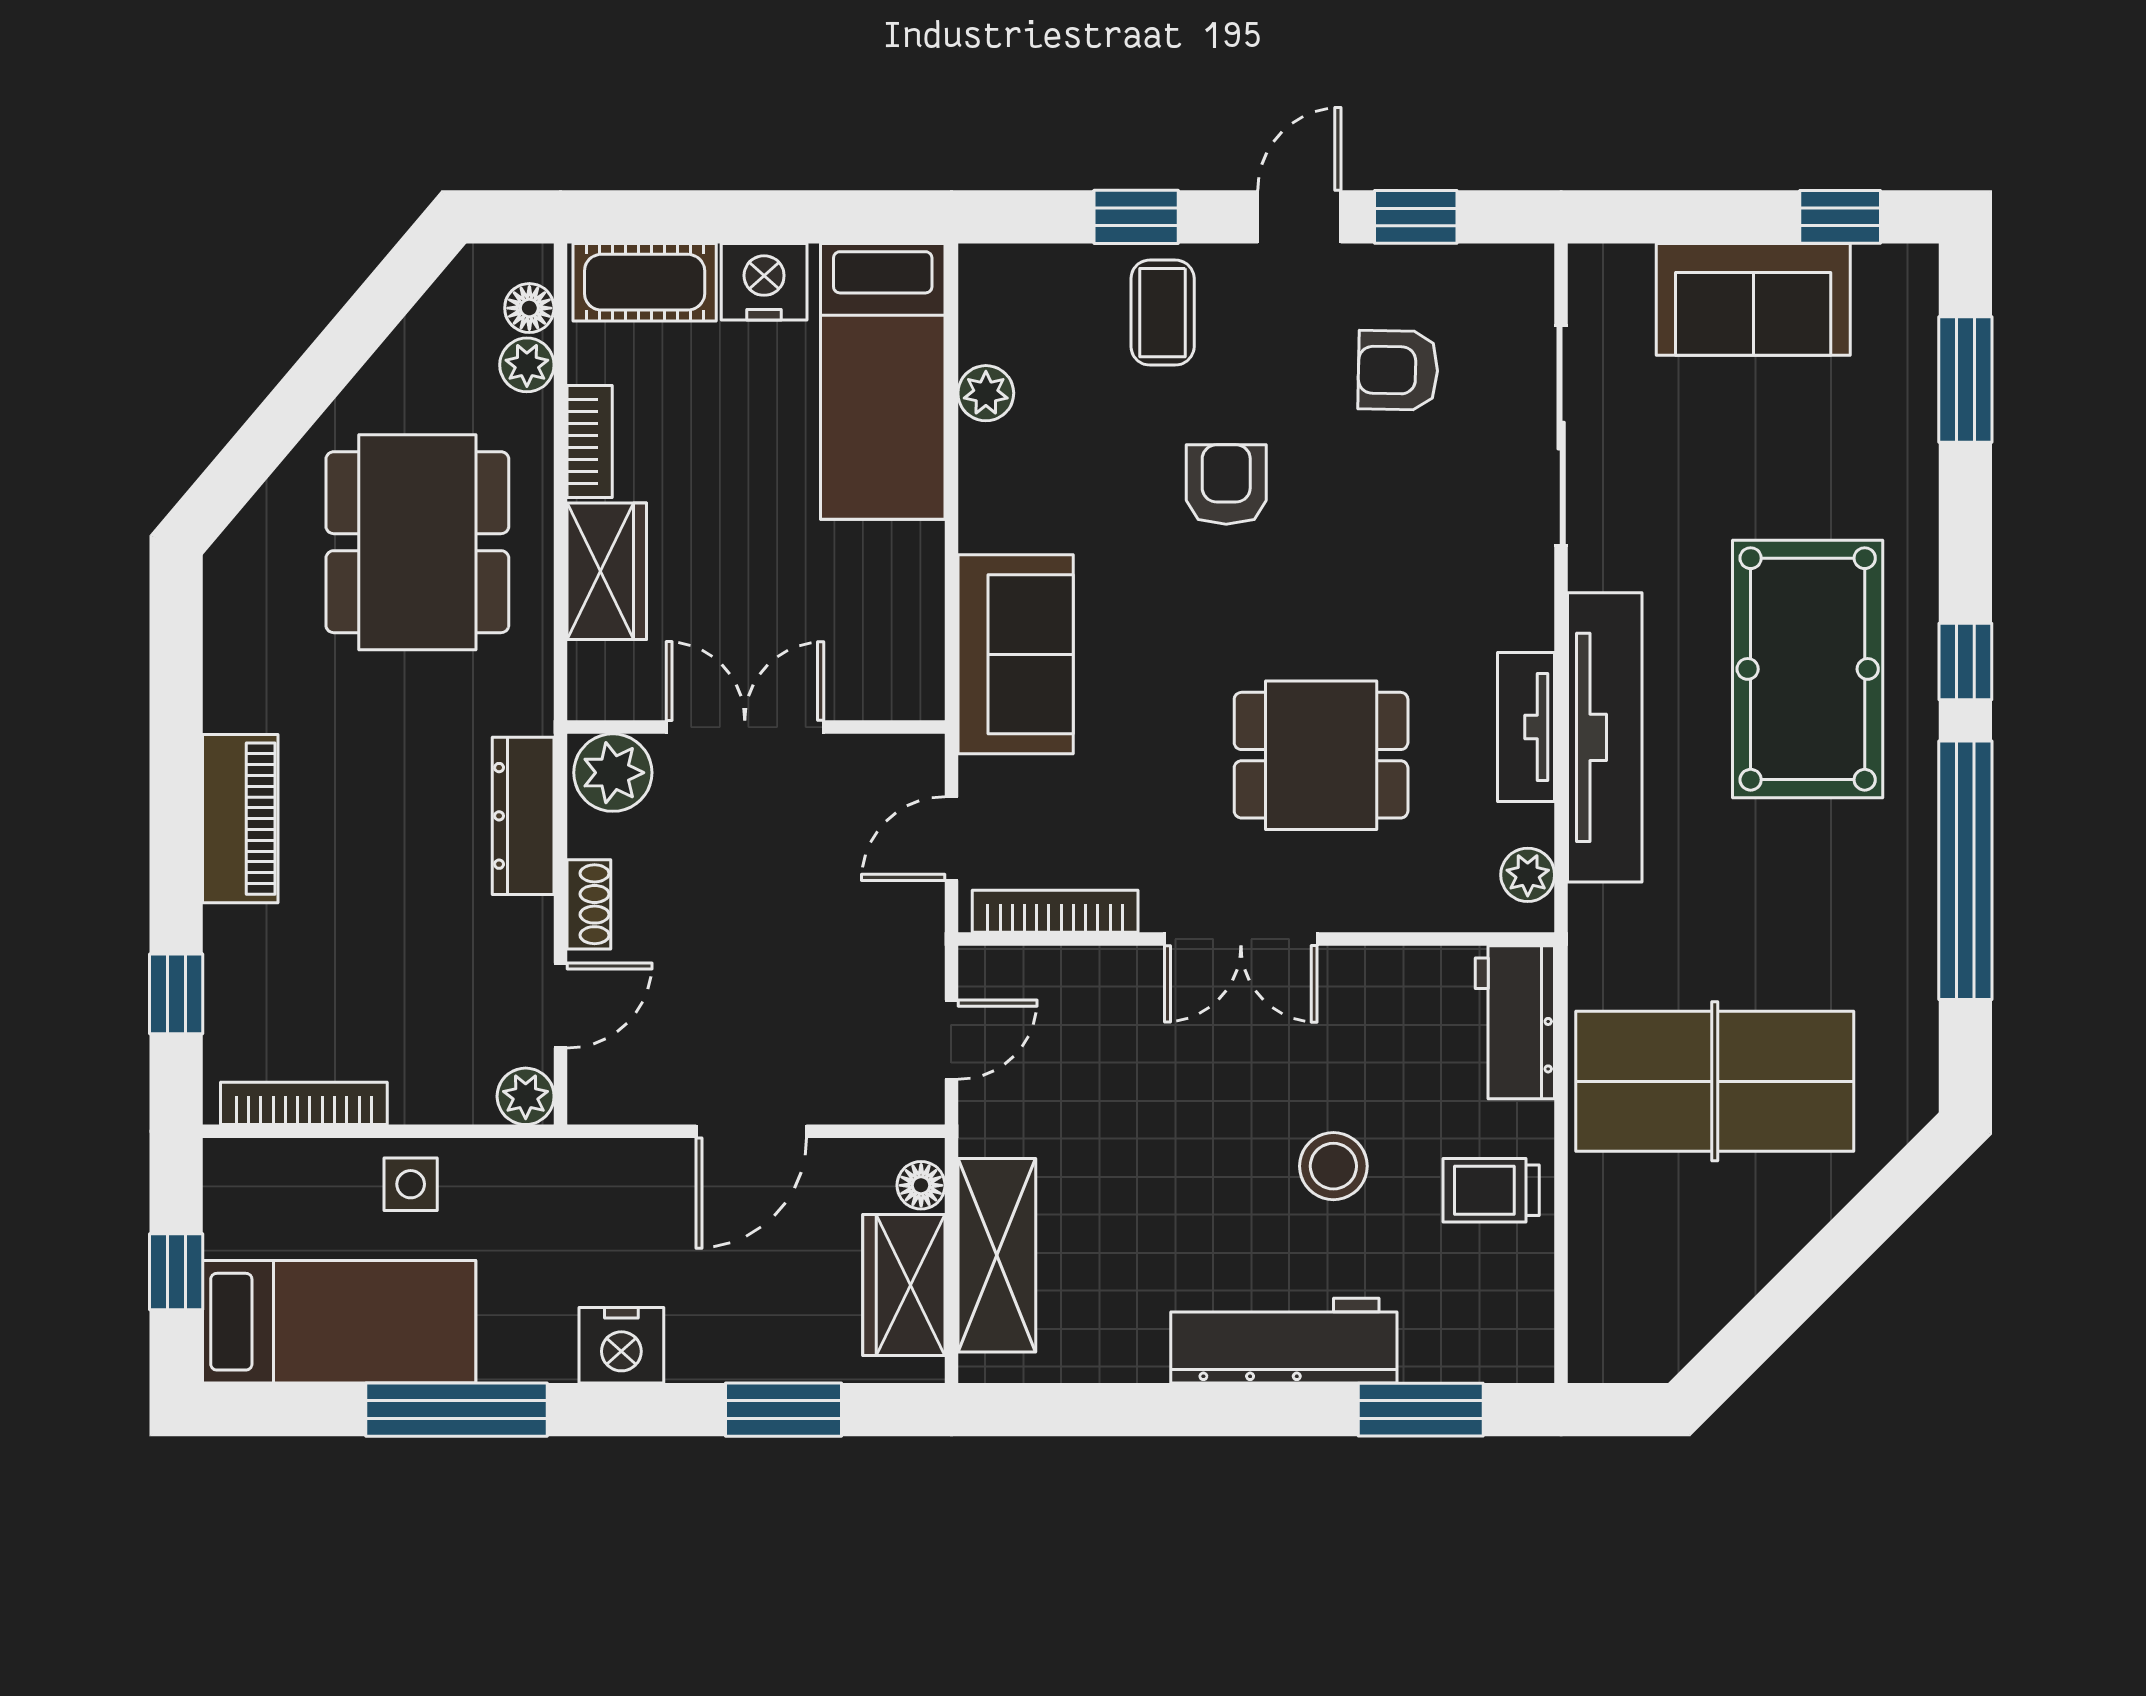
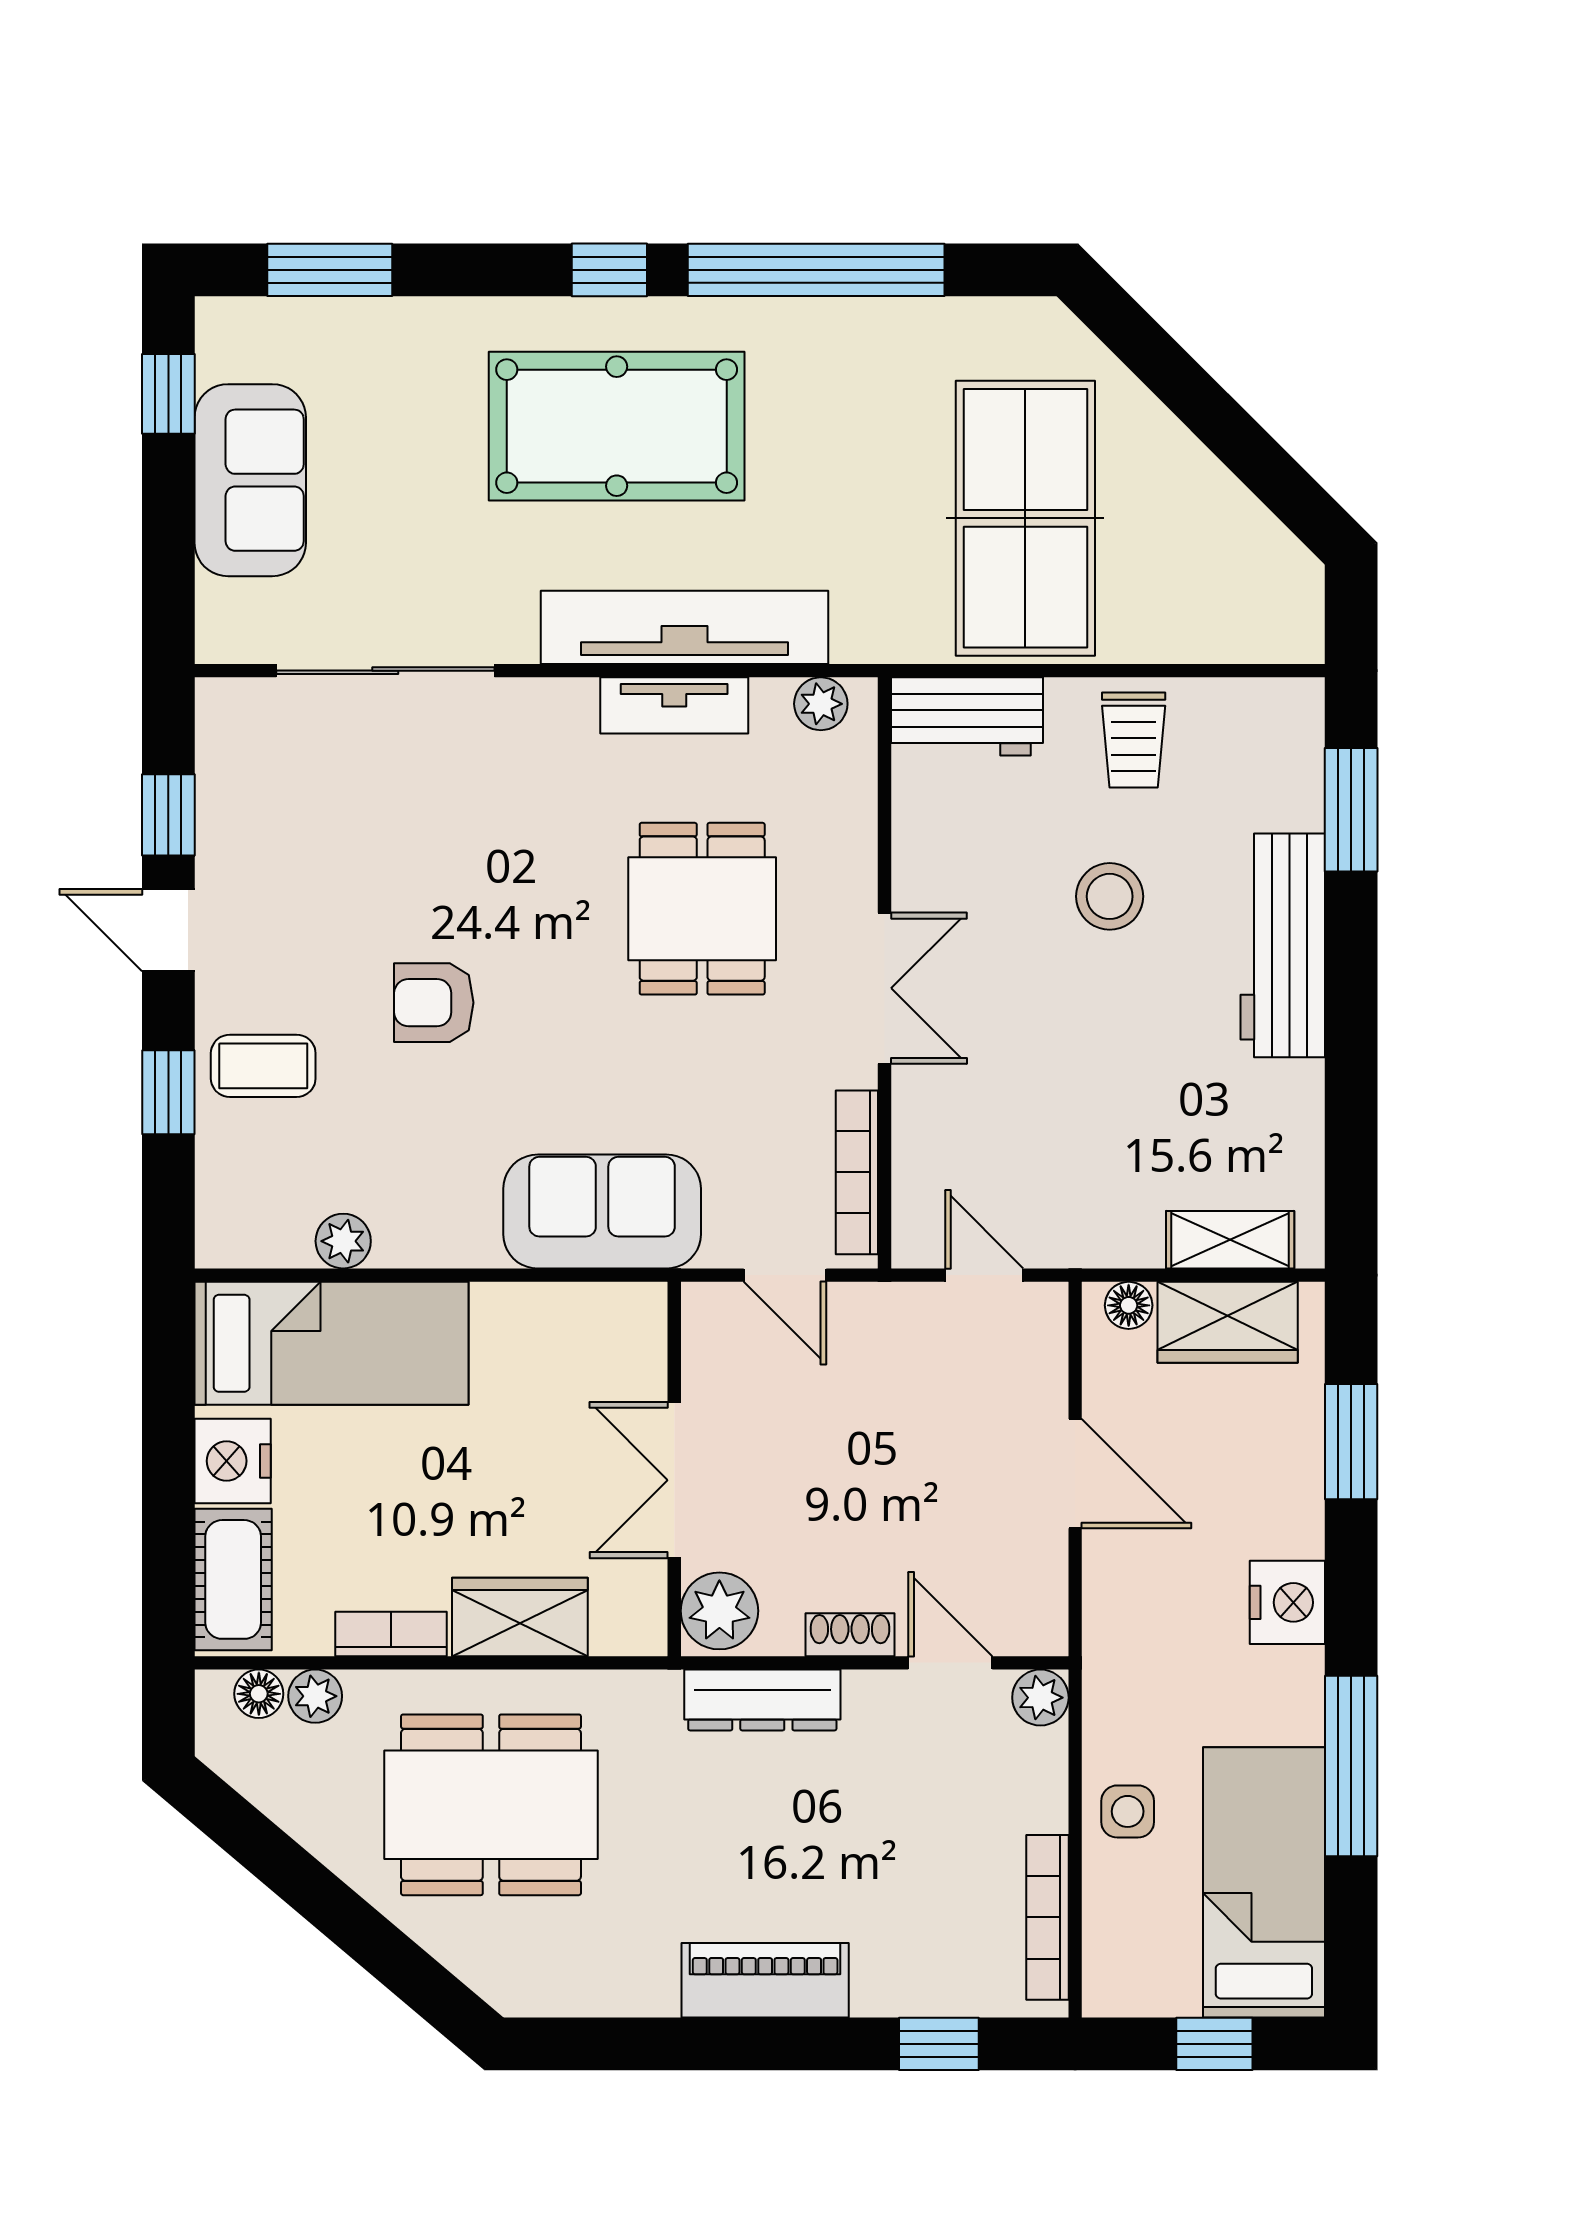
armchair: (1398, 370) -> (320, 832), removed
shelving: (997, 1255) -> (1230, 1240), width x0.67, depth x0.75

